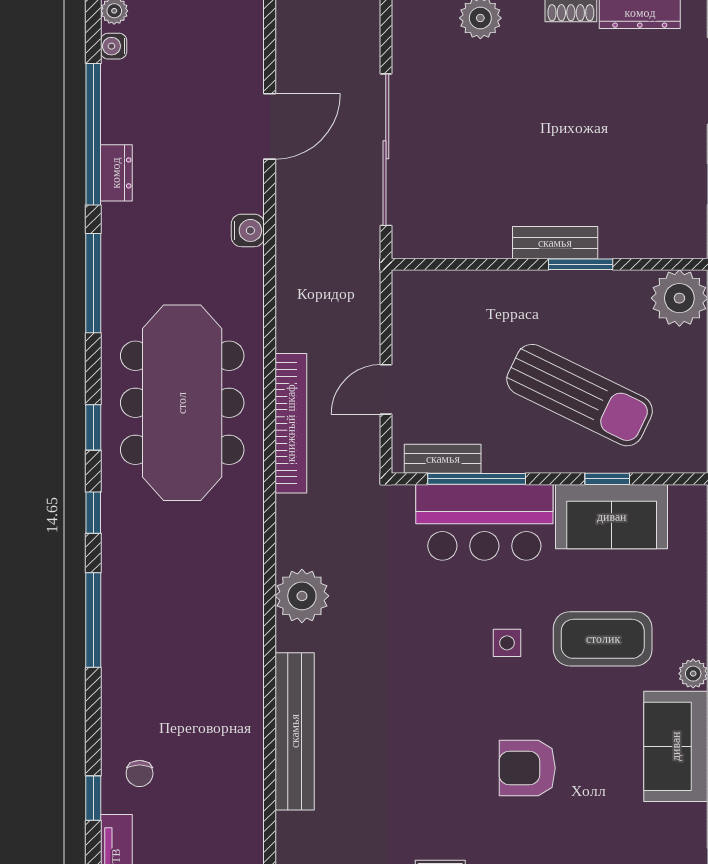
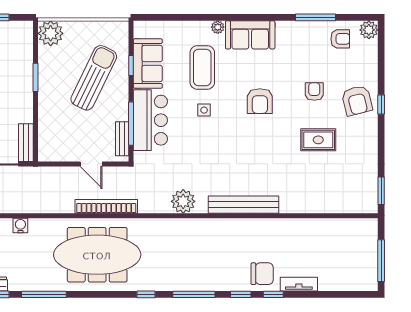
bench: (555, 243) -> (26, 143), moved
window: (93, 427) -> (241, 294), moved
chair: (140, 773) -> (262, 274), width x1.87, depth x1.87

